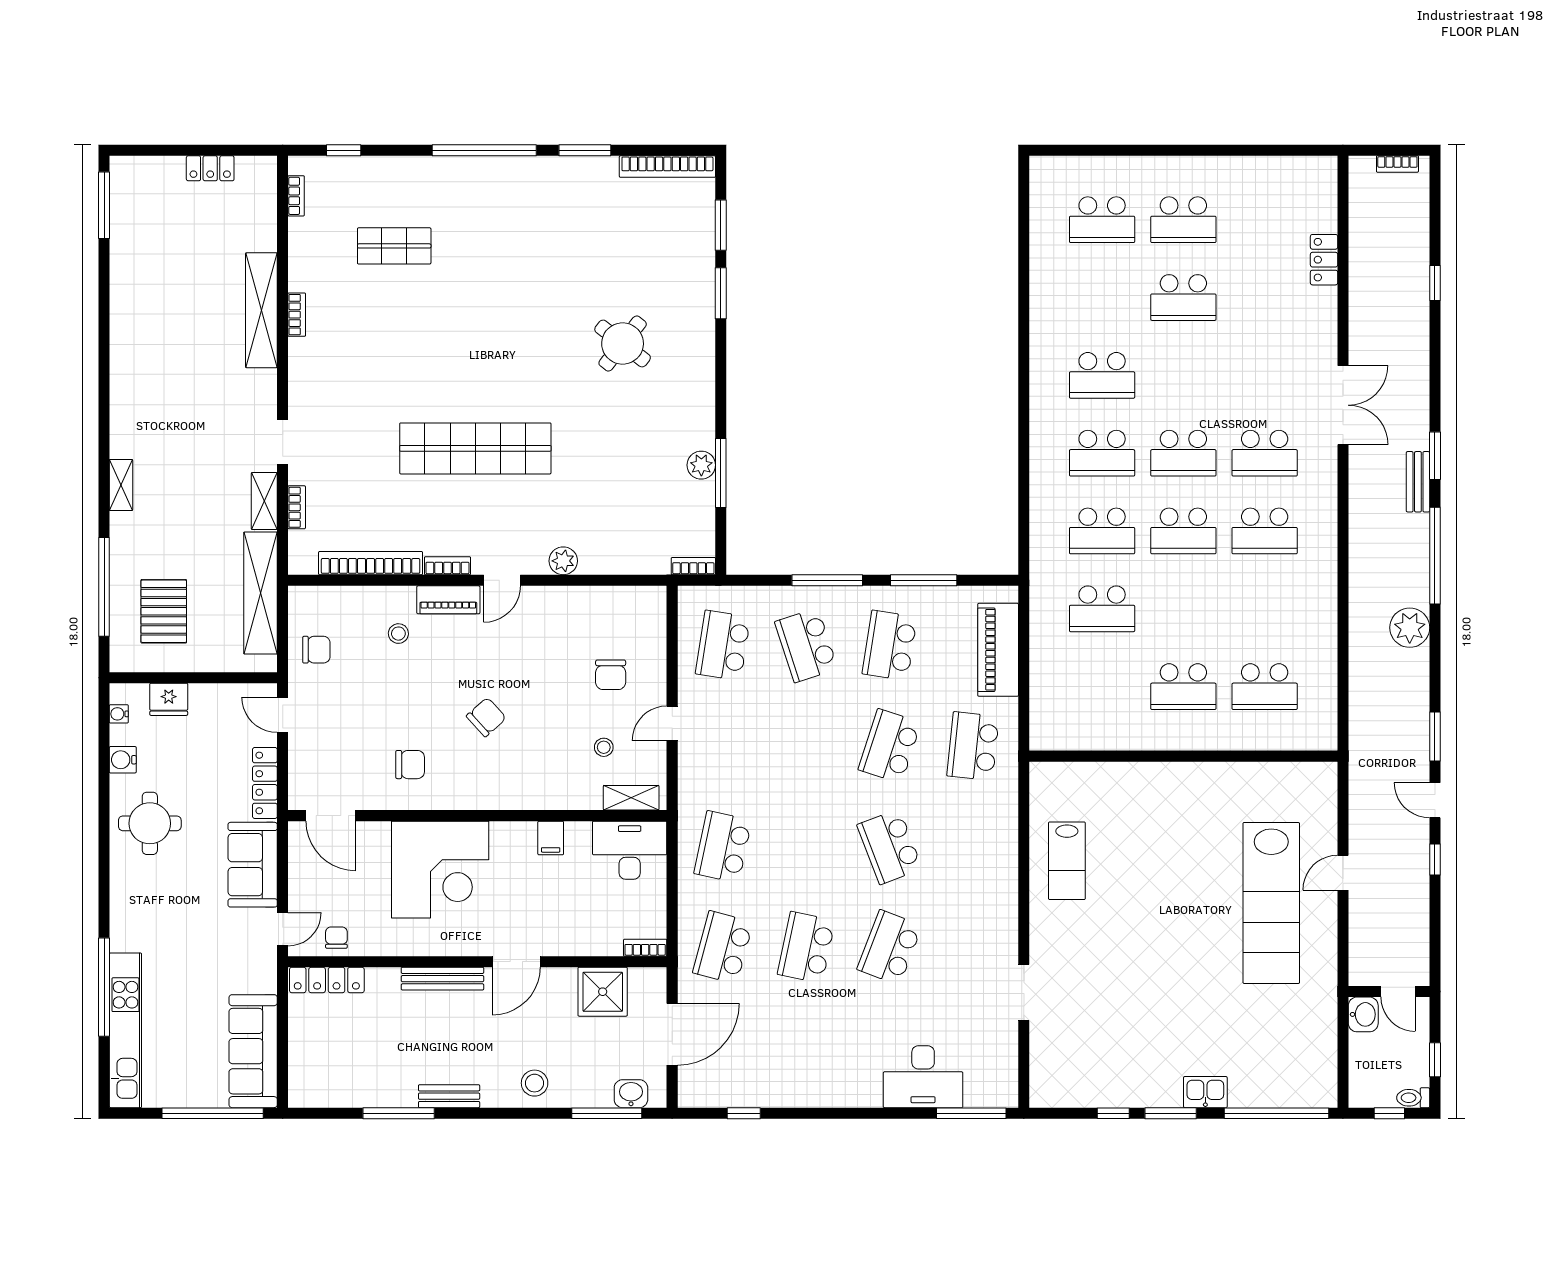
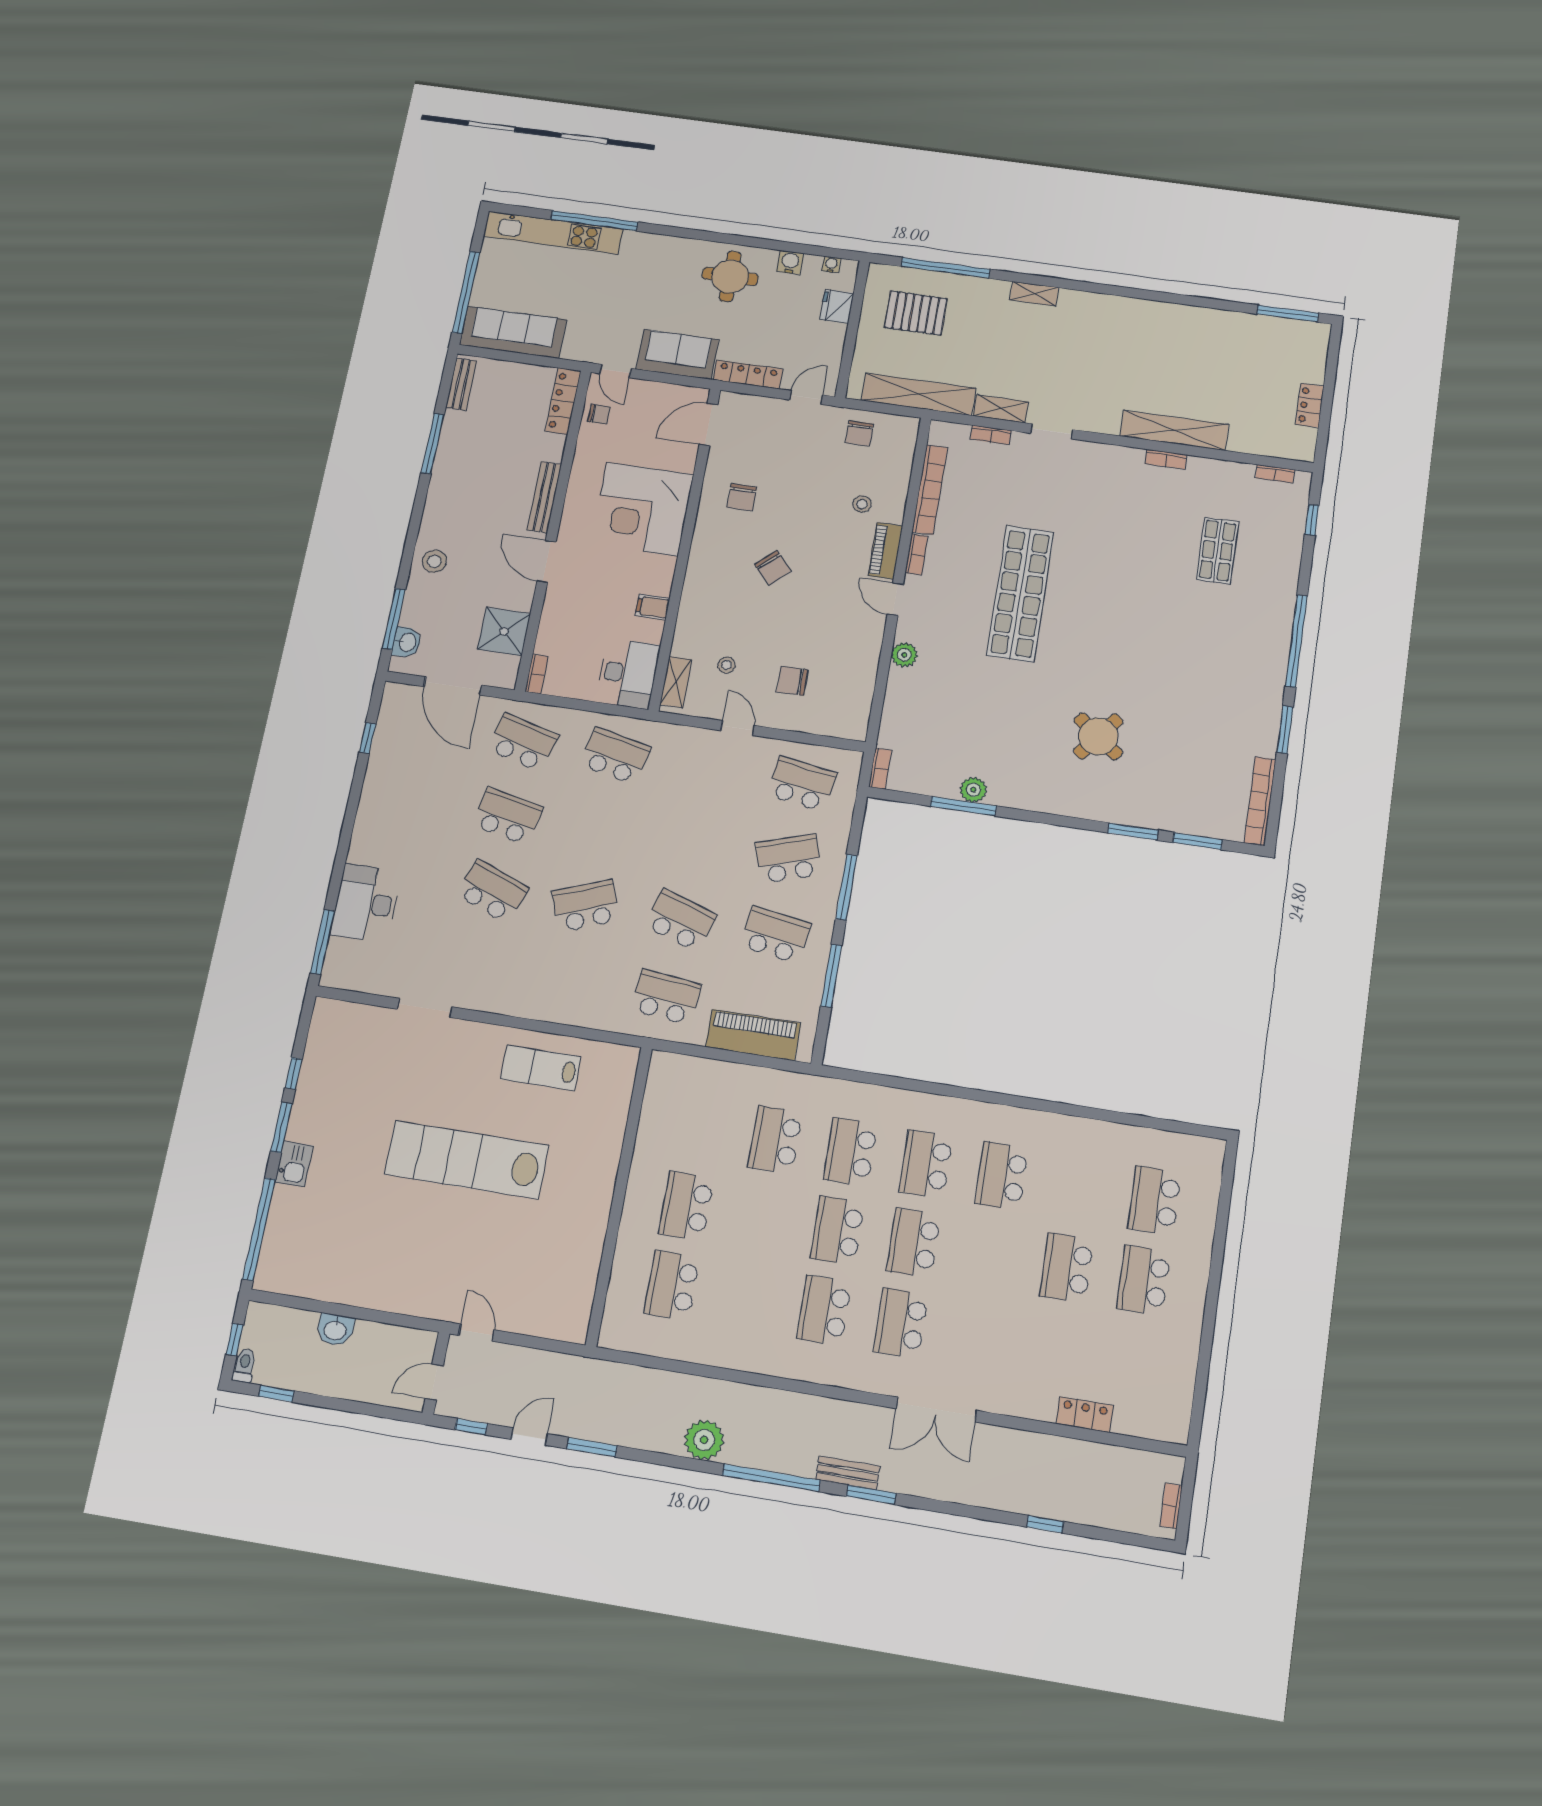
lab bench: (1271, 903) -> (466, 1160), moved
wall: (1389, 991) -> (436, 1373), moved
door: (1398, 991) -> (434, 1382), moved
bench: (449, 1096) -> (461, 384), moved

